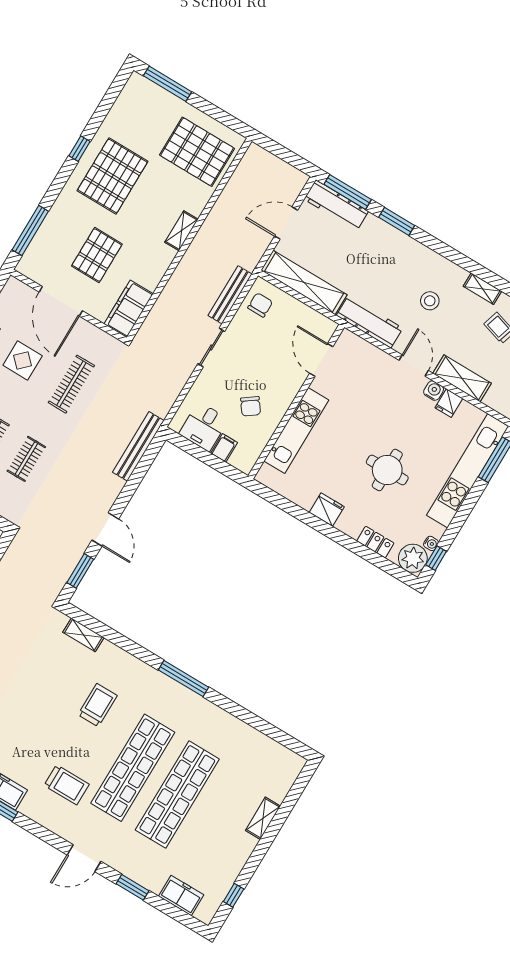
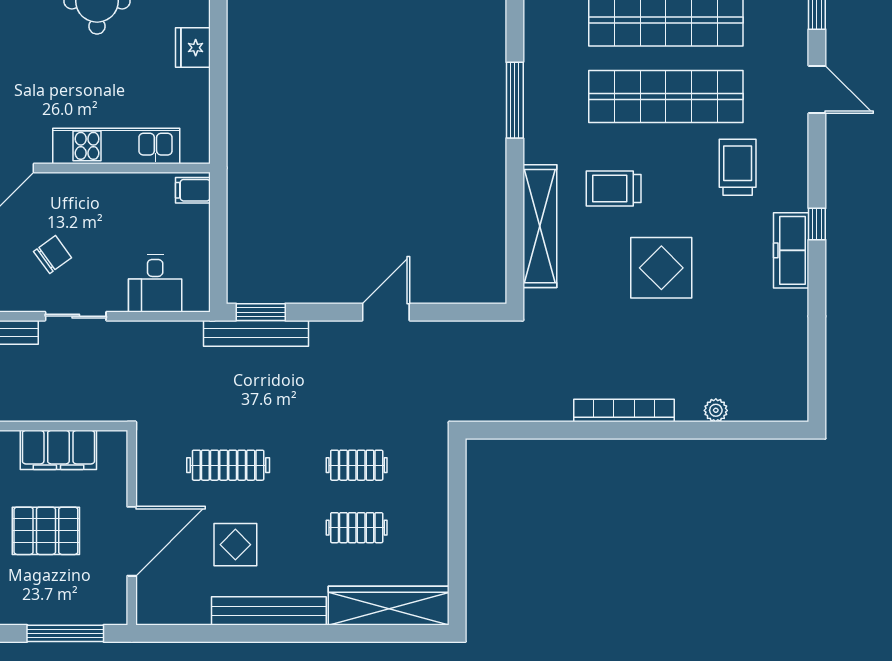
filing cabinet: (129, 309) -> (58, 450), moved
chair: (251, 406) -> (53, 255), moved
desk: (204, 427) -> (155, 283), moved, turned 90
filing cabinet: (224, 448) -> (193, 190), moved
window: (80, 571) -> (261, 312), moved
shelving: (83, 635) -> (540, 226), width x2.20, depth x1.33
display table: (35, 705) -> (661, 268), added

